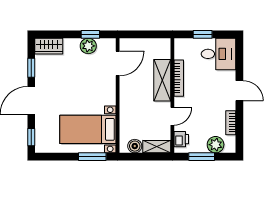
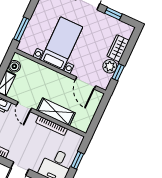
wardrobe: (49, 46) -> (118, 48), moved
bed with nightstands: (88, 129) -> (62, 44), moved

